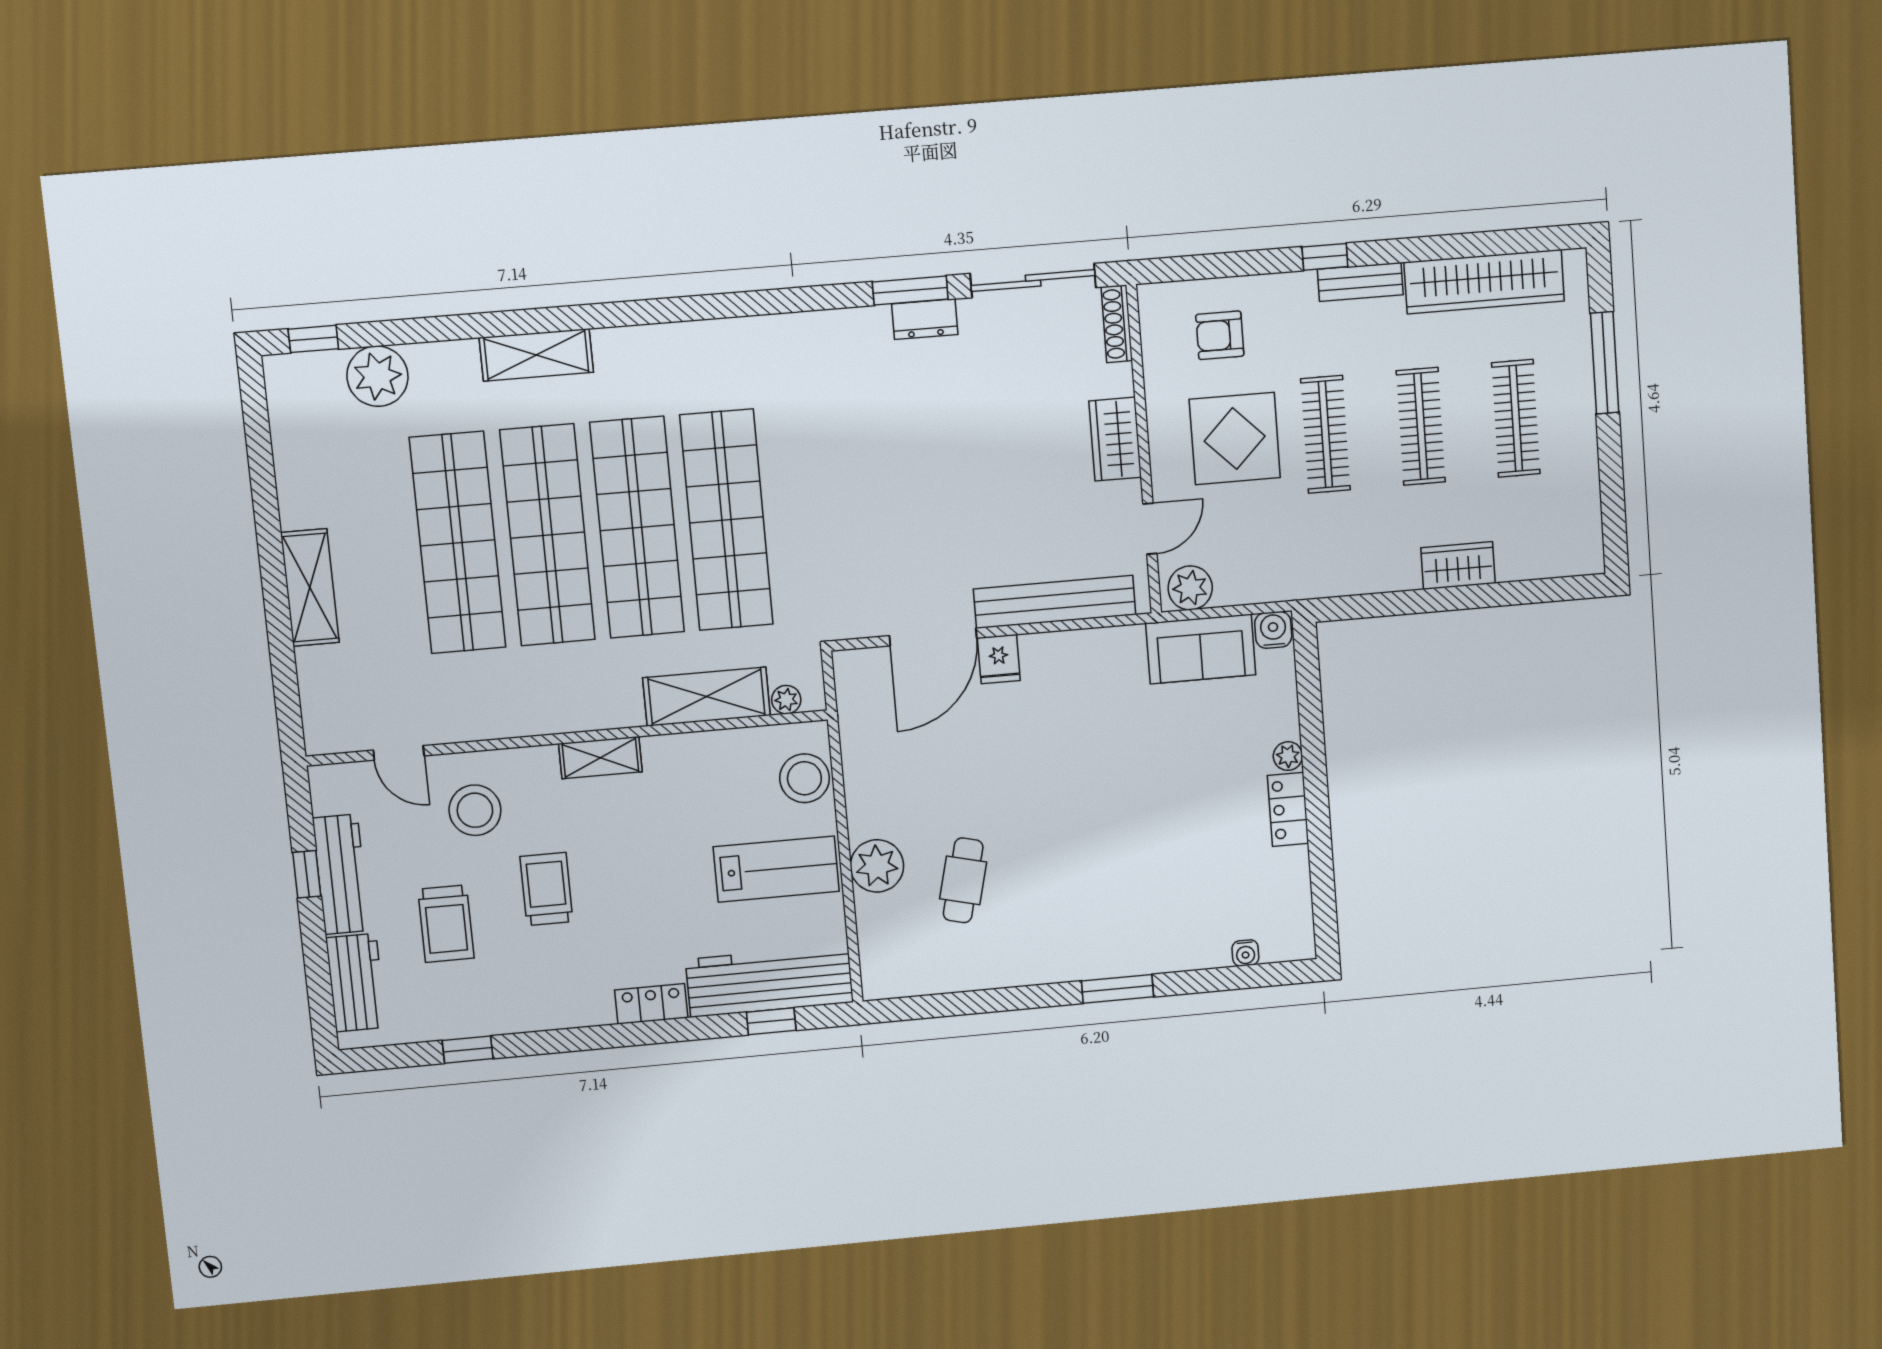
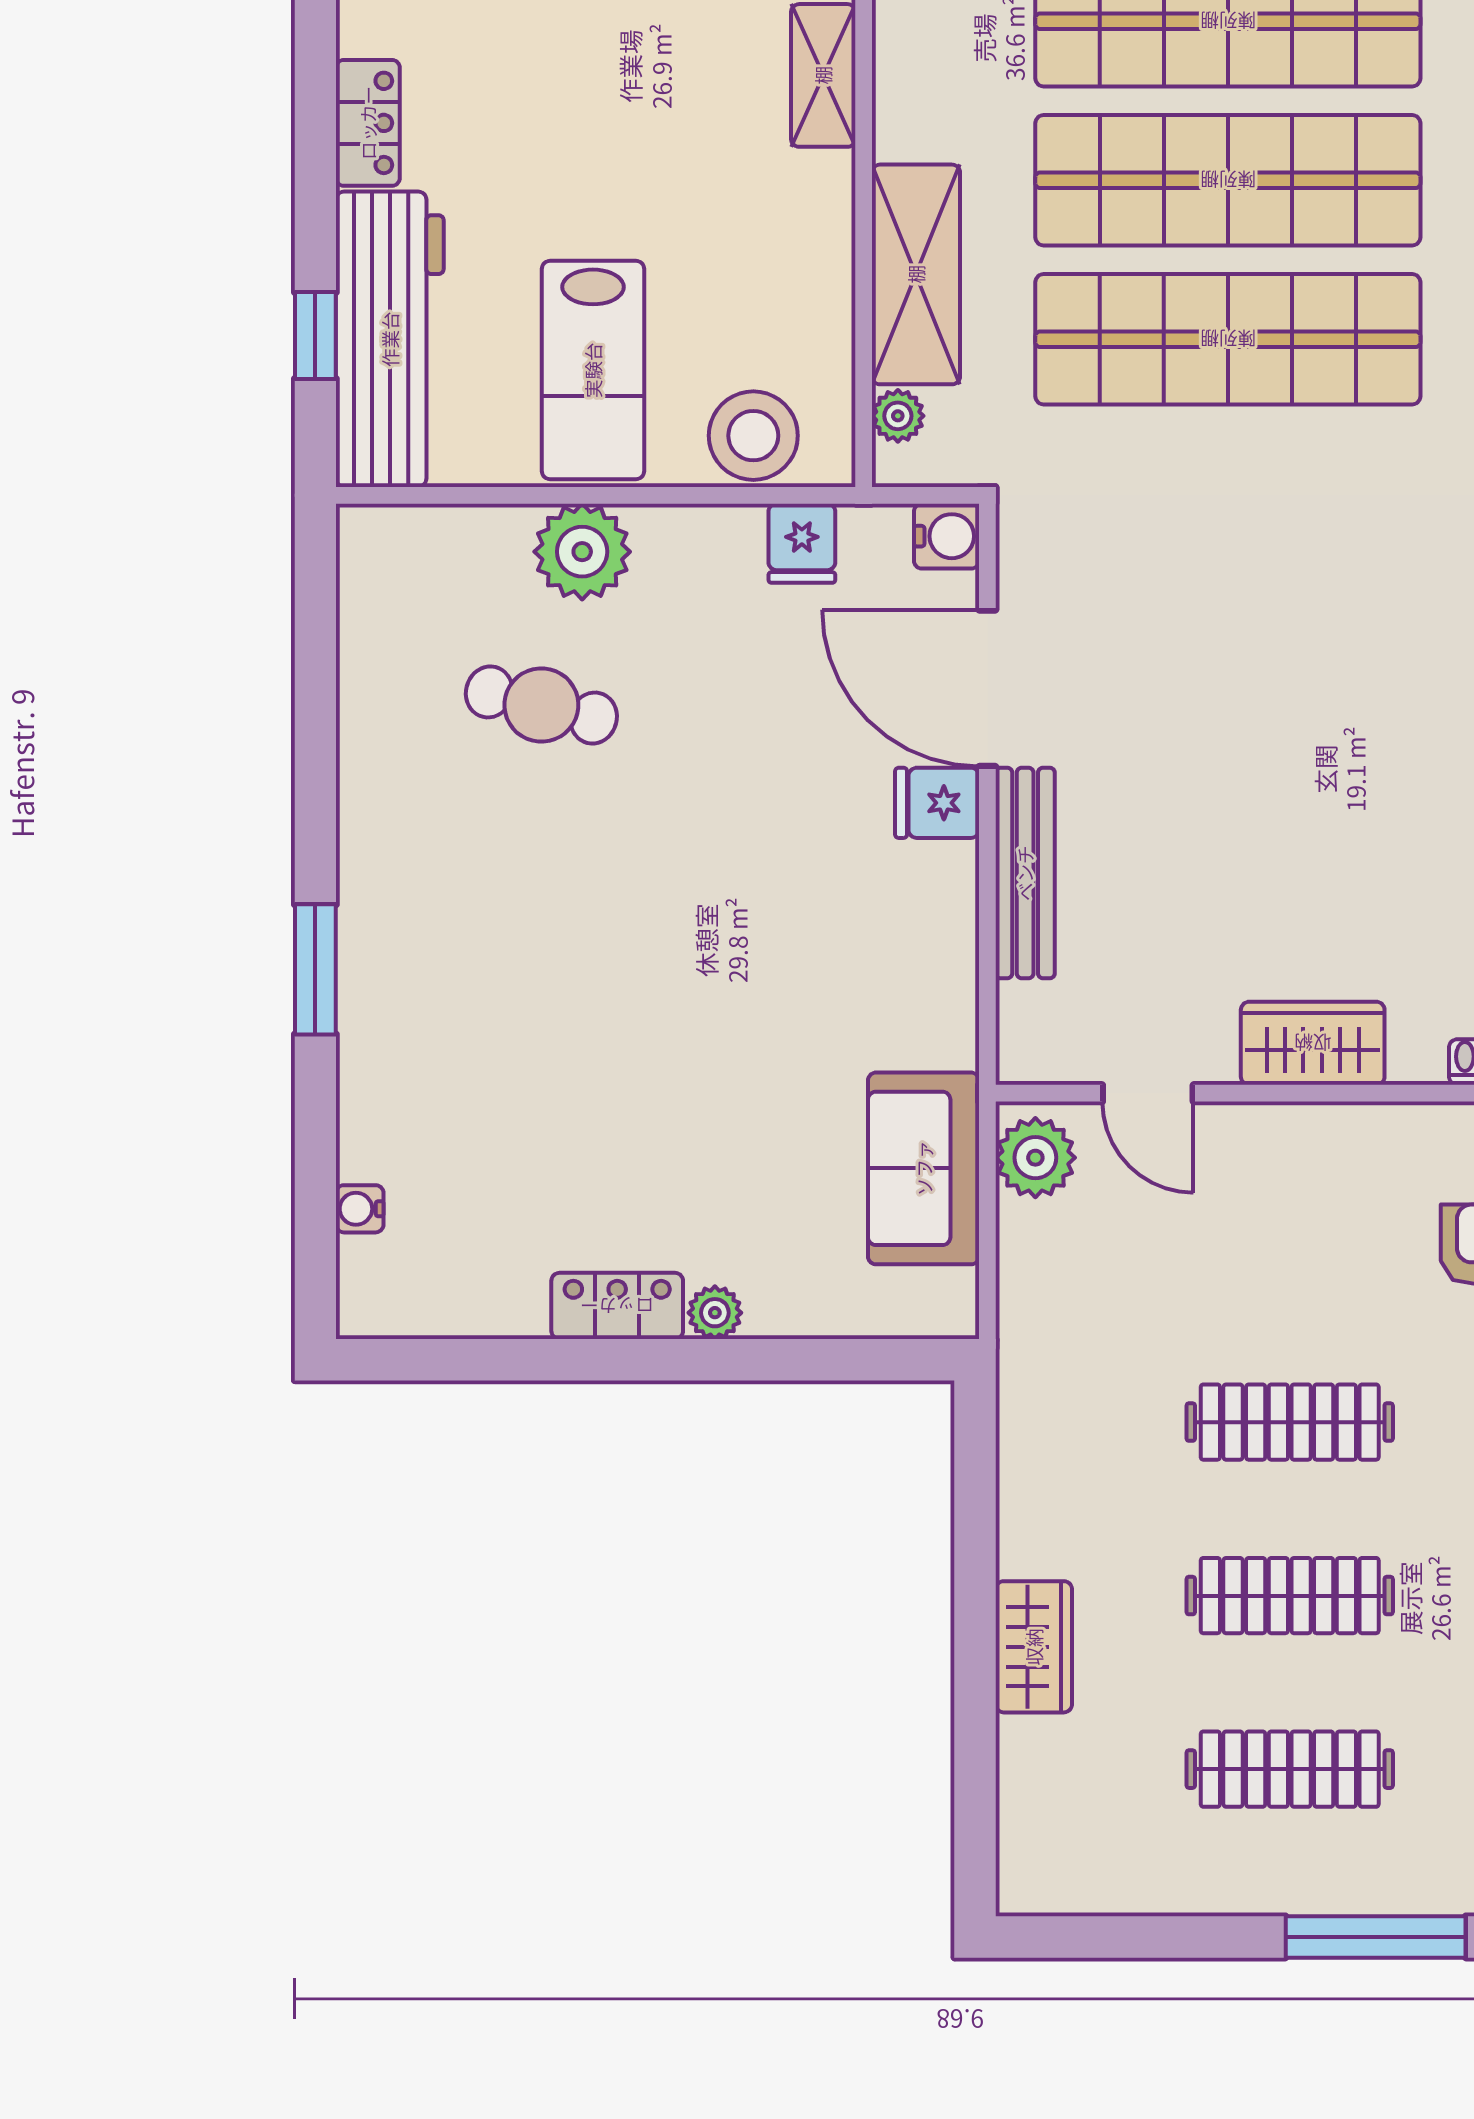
display table: (1235, 439) -> (1296, 1258), removed
bench: (1055, 602) -> (1025, 873), width x0.73, depth x0.82
water cooler: (1273, 630) -> (947, 536), moved
fridge: (862, 746) -> (802, 543), added

